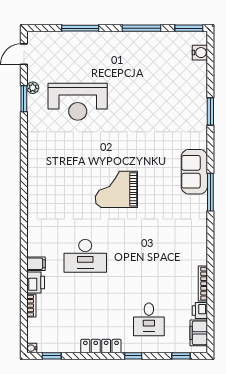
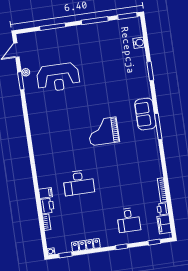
water cooler: (200, 53) -> (139, 43), moved
grand piano: (116, 189) -> (103, 131), moved
locker: (101, 346) -> (86, 245), moved

